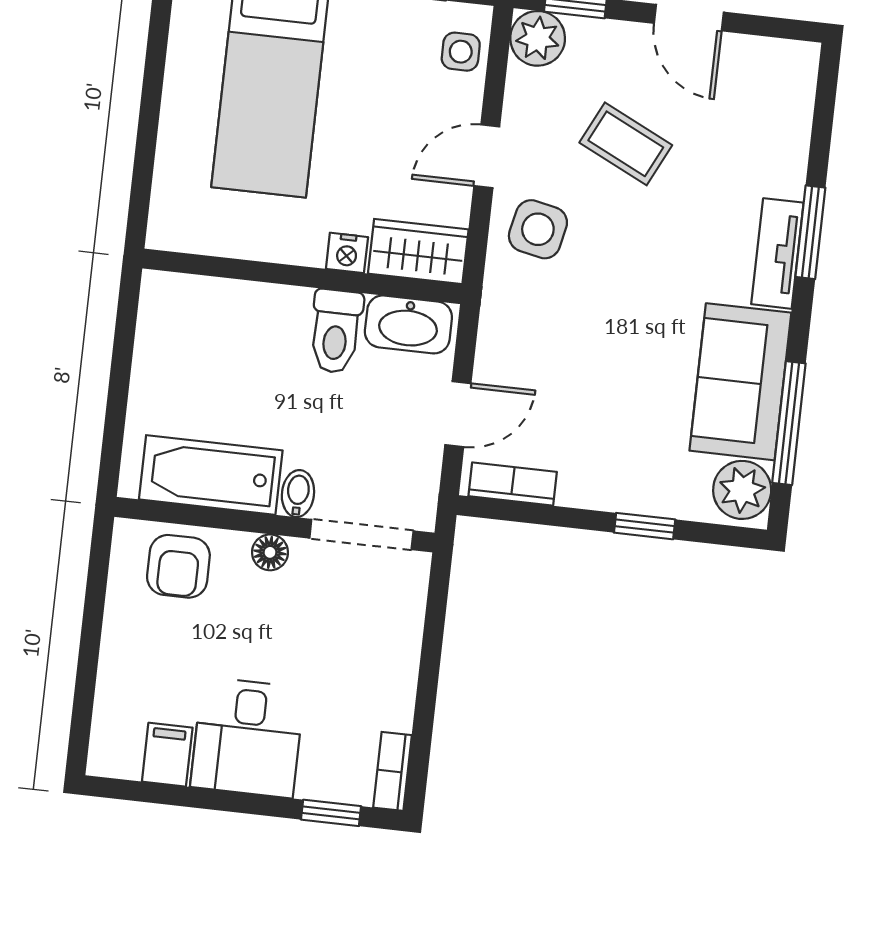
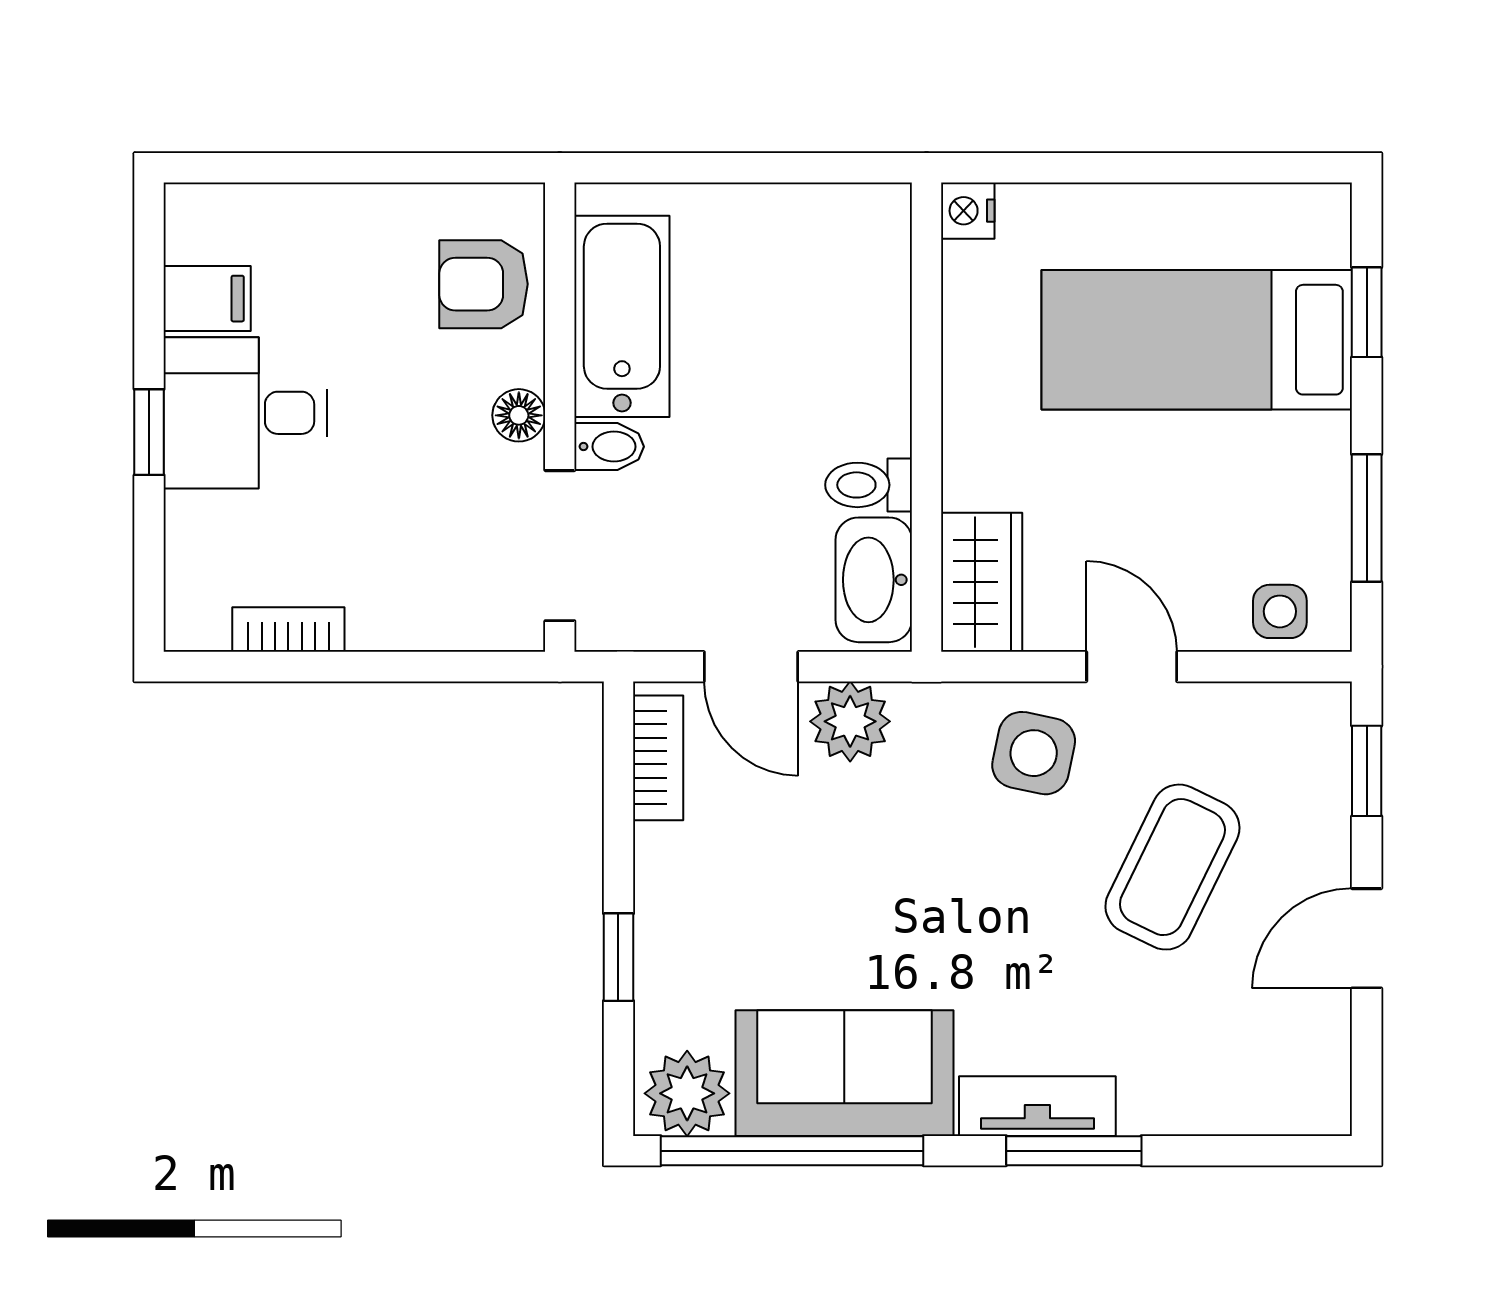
plant: (538, 38) -> (850, 721), moved
coffee table: (626, 144) -> (1172, 867), width x1.36, depth x1.30
nightstand: (347, 253) -> (968, 211), moved
toilet: (336, 331) -> (869, 485), width x0.73, depth x0.72
window: (789, 423) -> (792, 1151), width x1.46
bookcase: (392, 771) -> (288, 630), moved
window: (331, 813) -> (149, 432), moved

